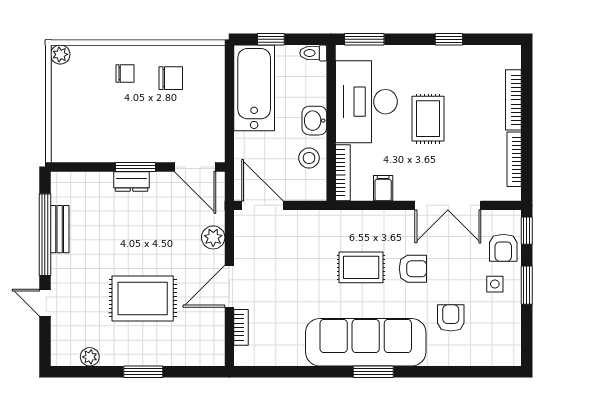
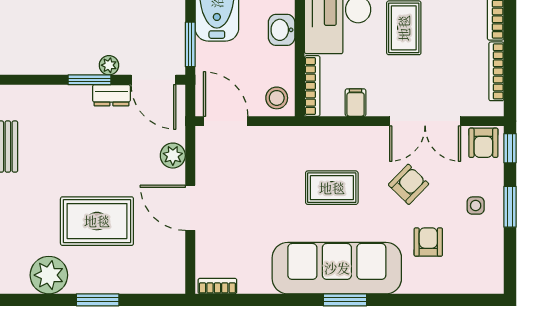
window: (229, 134) -> (190, 44), added
plant: (154, 153) -> (109, 65), added
stool: (309, 158) -> (277, 98), moved
dresser: (131, 181) -> (111, 95), moved
armchair: (503, 248) -> (483, 143), moved
armchair: (413, 269) -> (409, 184), moved, turned -46
door: (229, 286) -> (190, 208), hinge flipped
bookcase: (241, 327) -> (217, 286), moved, turned -90
plant: (90, 357) -> (49, 275), width x1.88, depth x1.88

